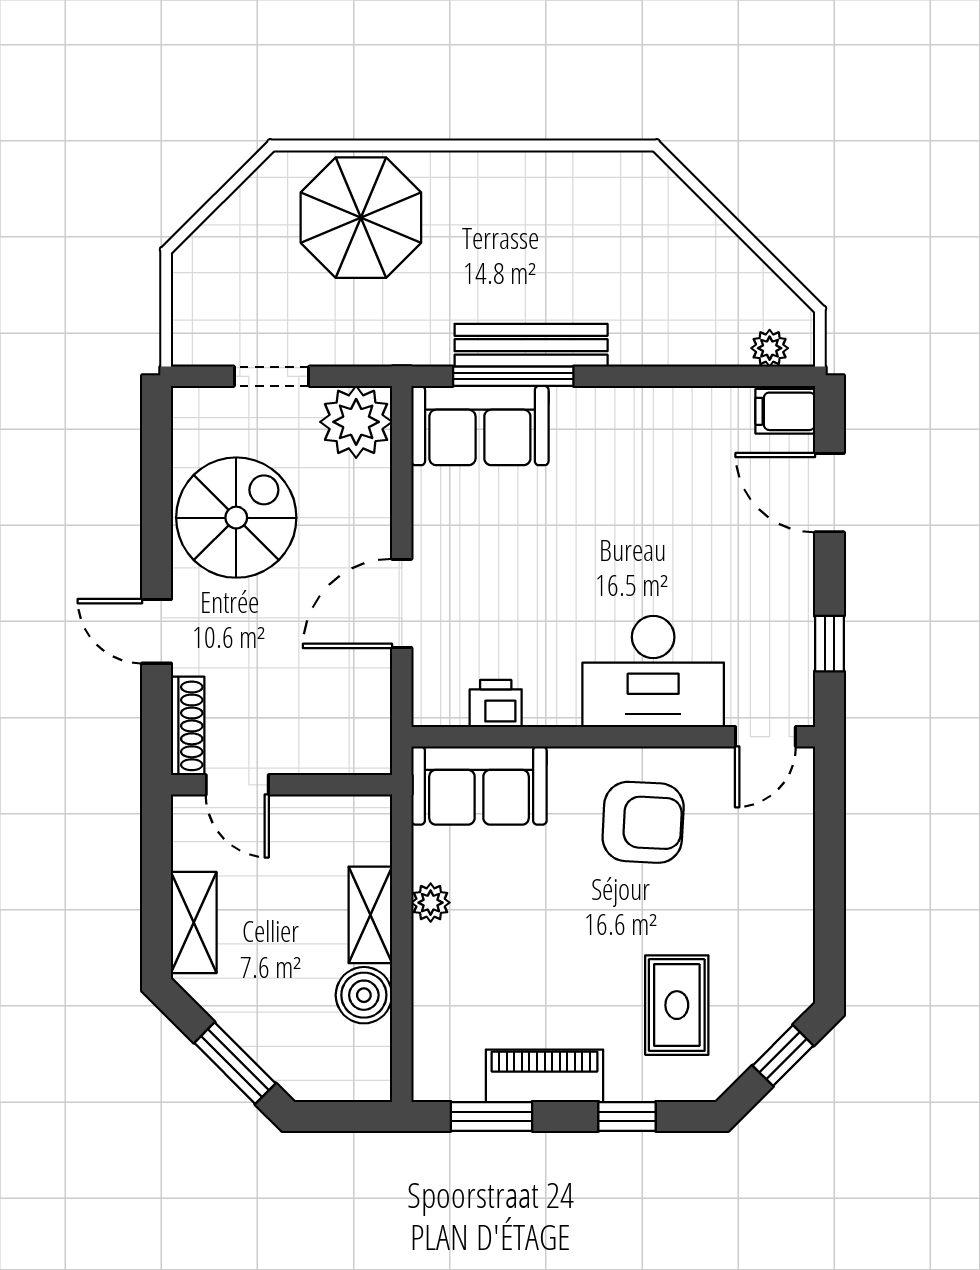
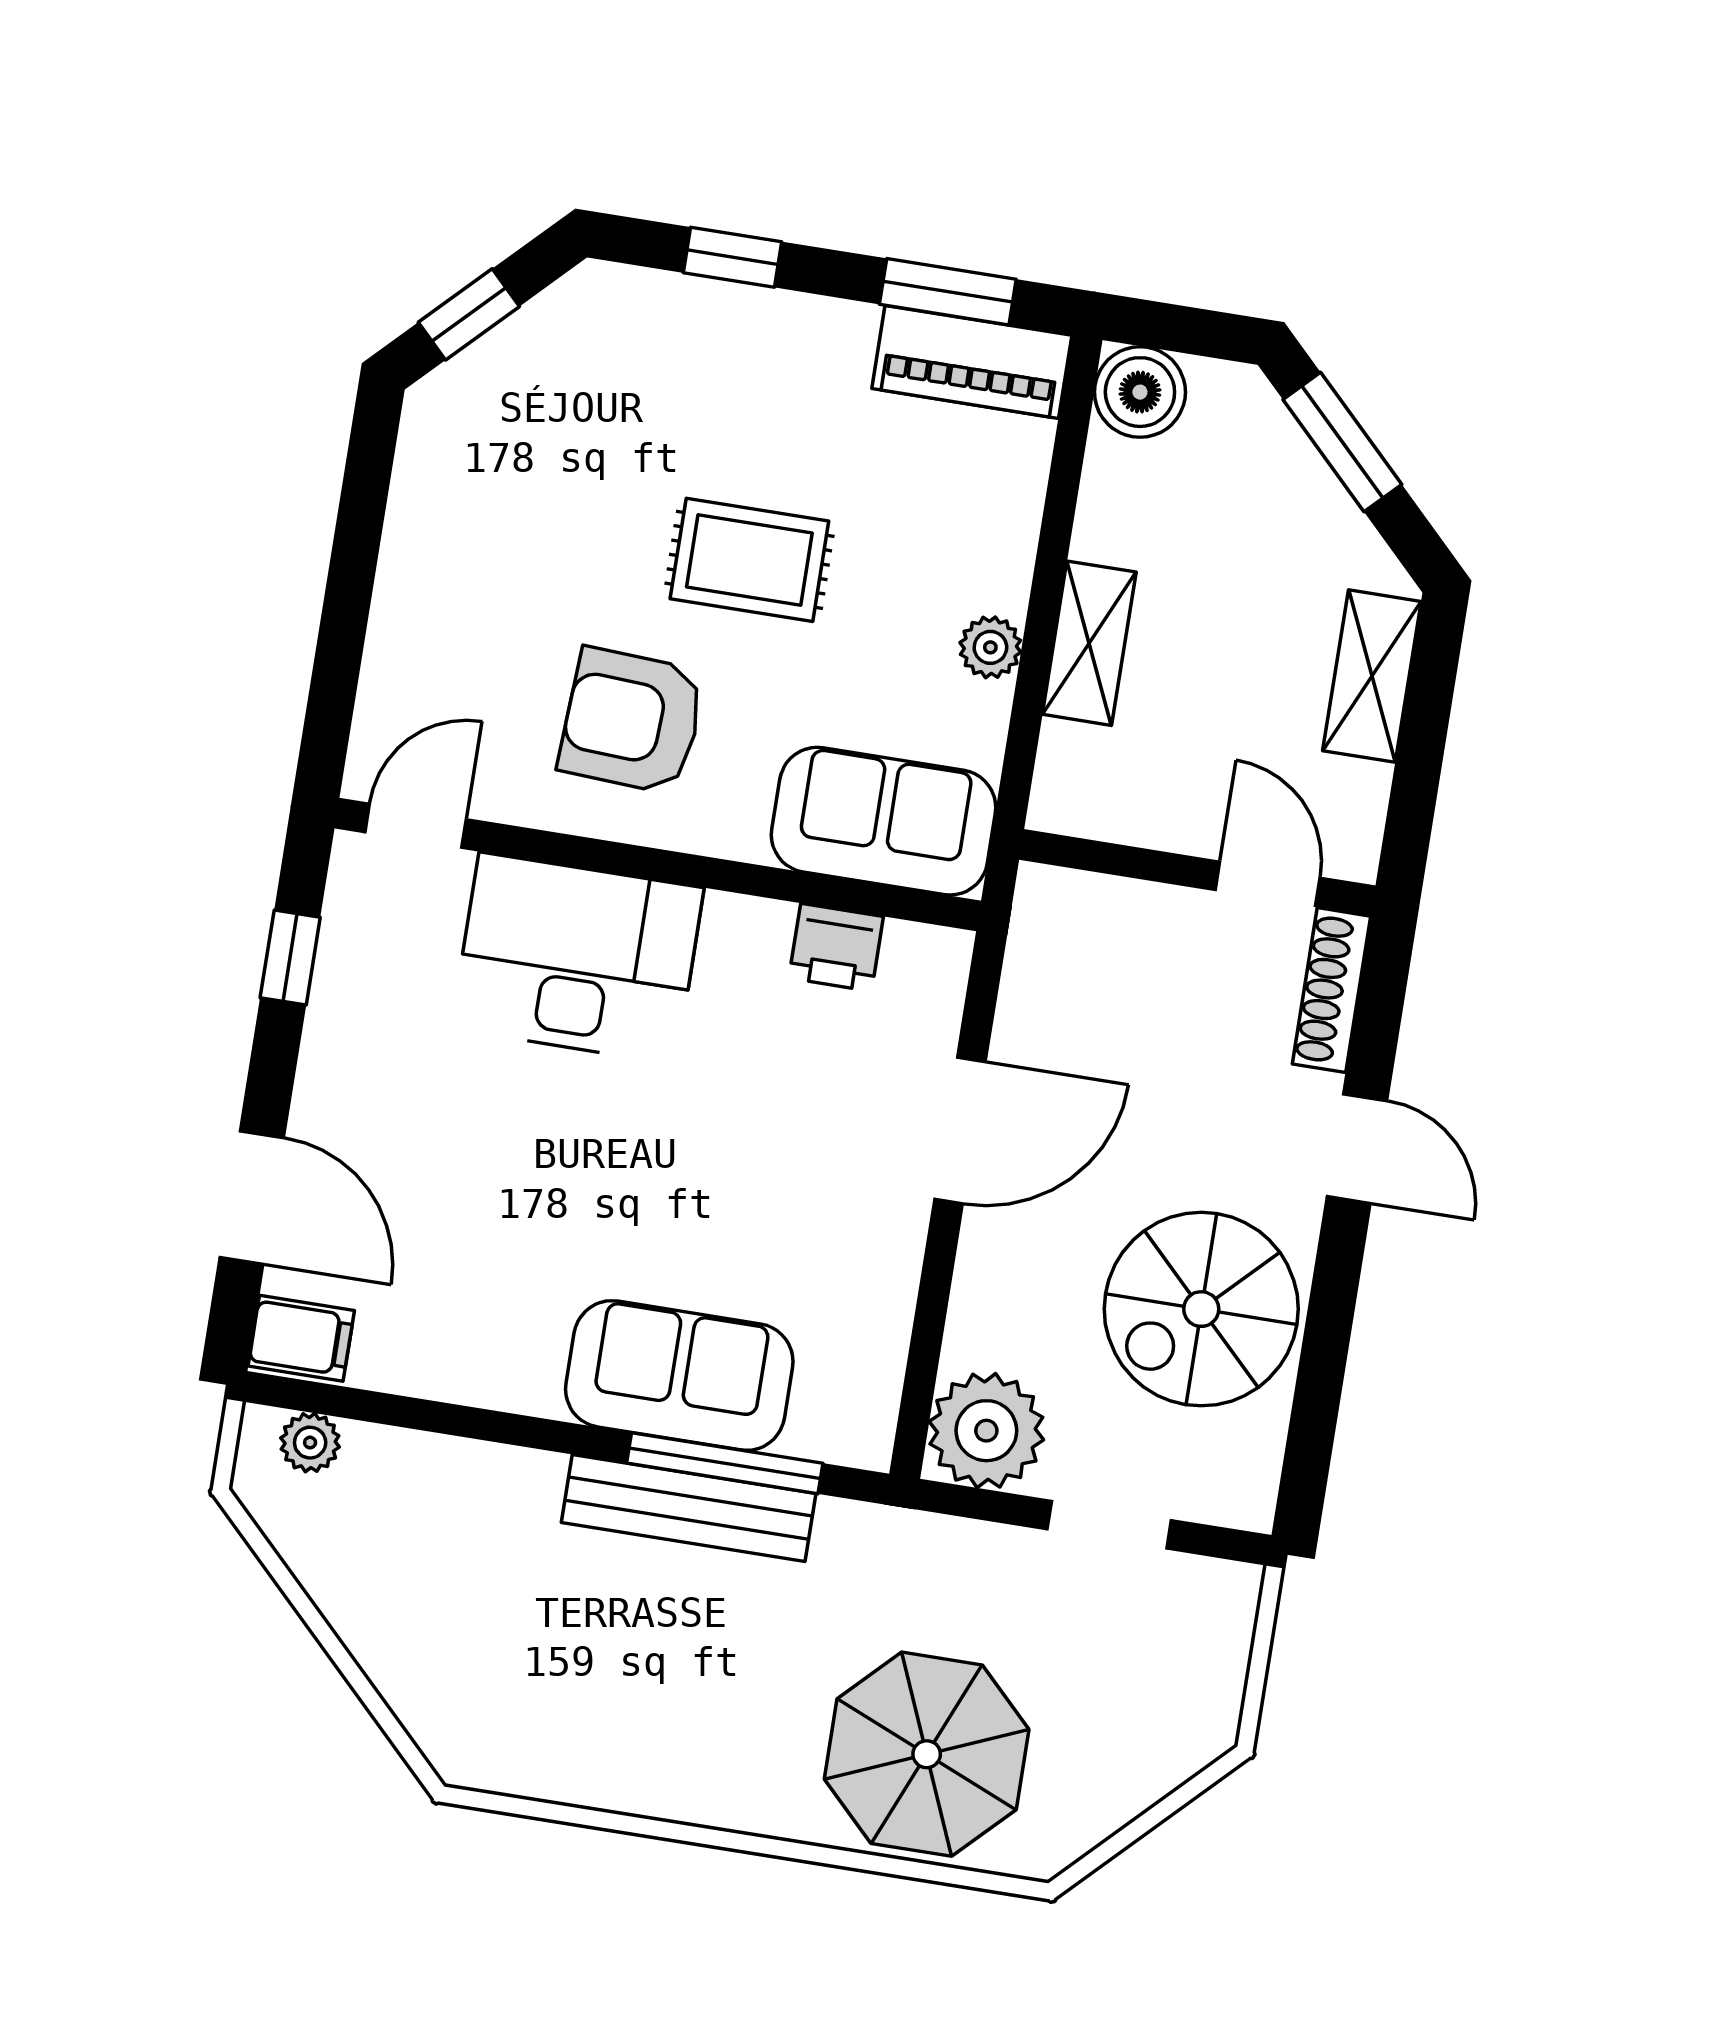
sofa: (480, 426) -> (679, 1375), moved
boiler: (364, 995) -> (1140, 392), moved
rug: (677, 1005) -> (749, 560), moved, turned 90
piano: (545, 1076) -> (972, 362), moved

